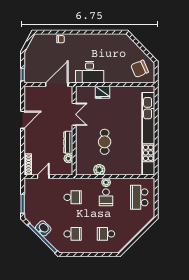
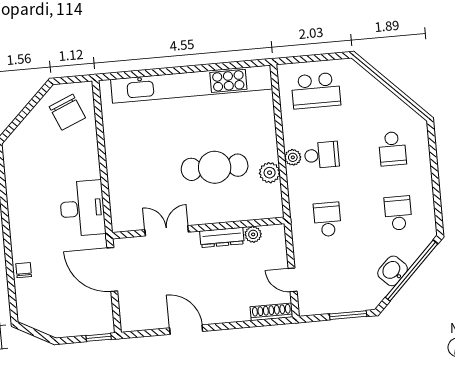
fridge: (102, 92) -> (119, 180), removed
cafe table: (105, 142) -> (215, 167), width x1.37, depth x1.35

